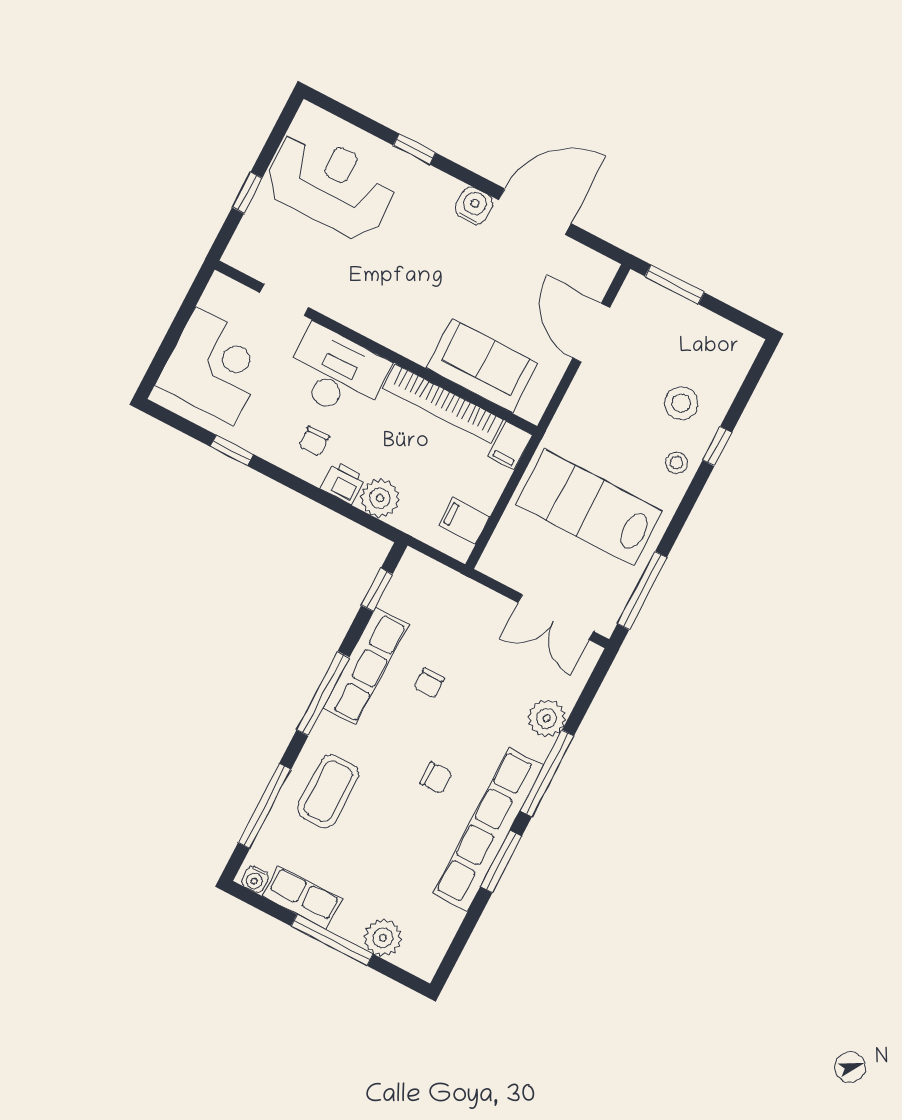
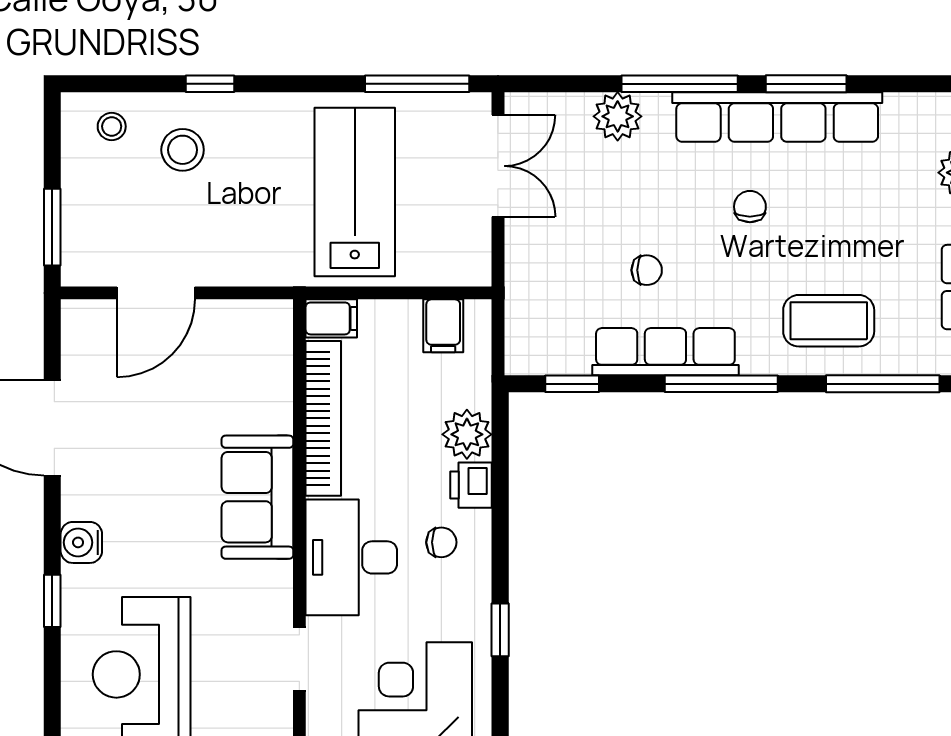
water cooler: (474, 206) -> (81, 542), moved
sofa: (482, 366) -> (257, 497), moved
stool: (677, 463) -> (112, 126), moved
lab bench: (589, 508) -> (355, 192), turned 180

